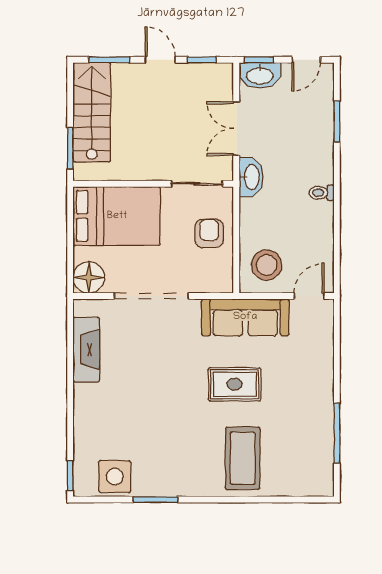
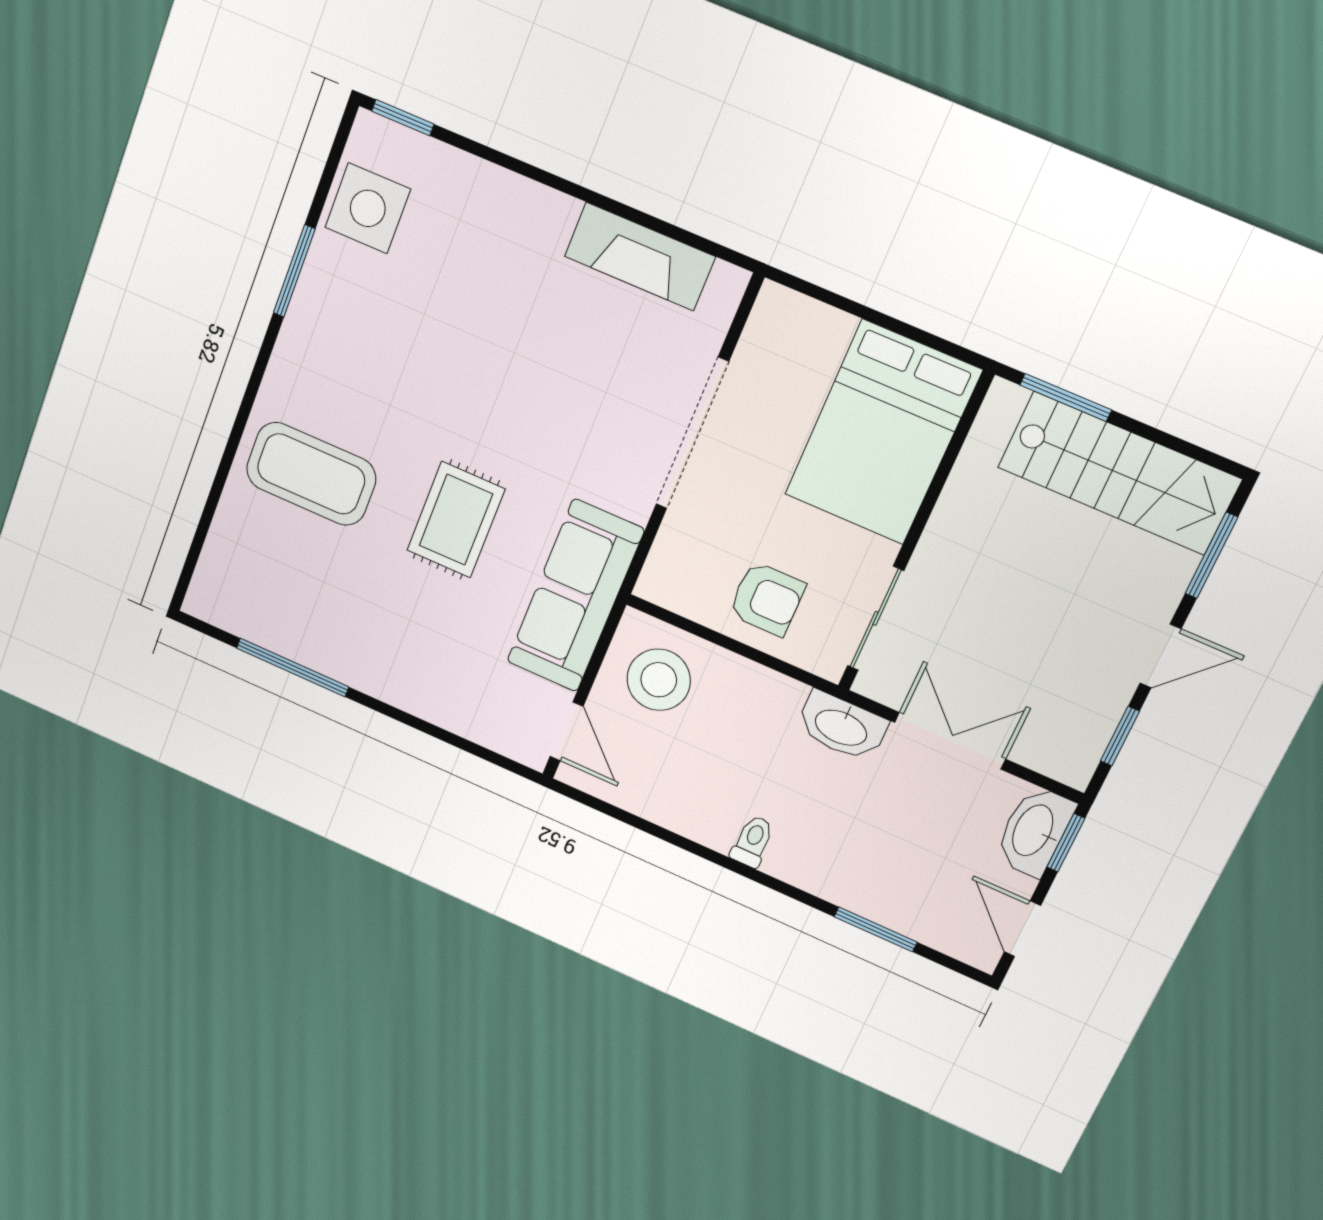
floor lamp: (89, 278) -> (783, 323), removed

